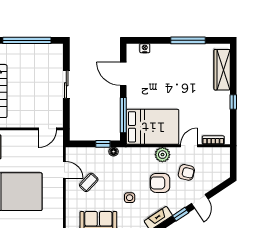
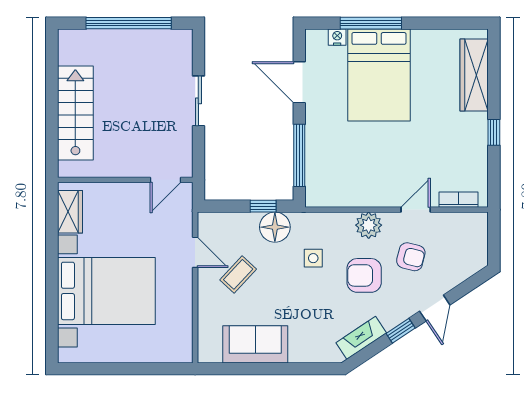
window: (188, 40) -> (371, 23), moved
bed: (153, 127) -> (379, 75), moved, turned 90
floor lamp: (114, 152) -> (275, 227), width x1.89, depth x1.89
side table: (130, 198) -> (313, 258), moved

